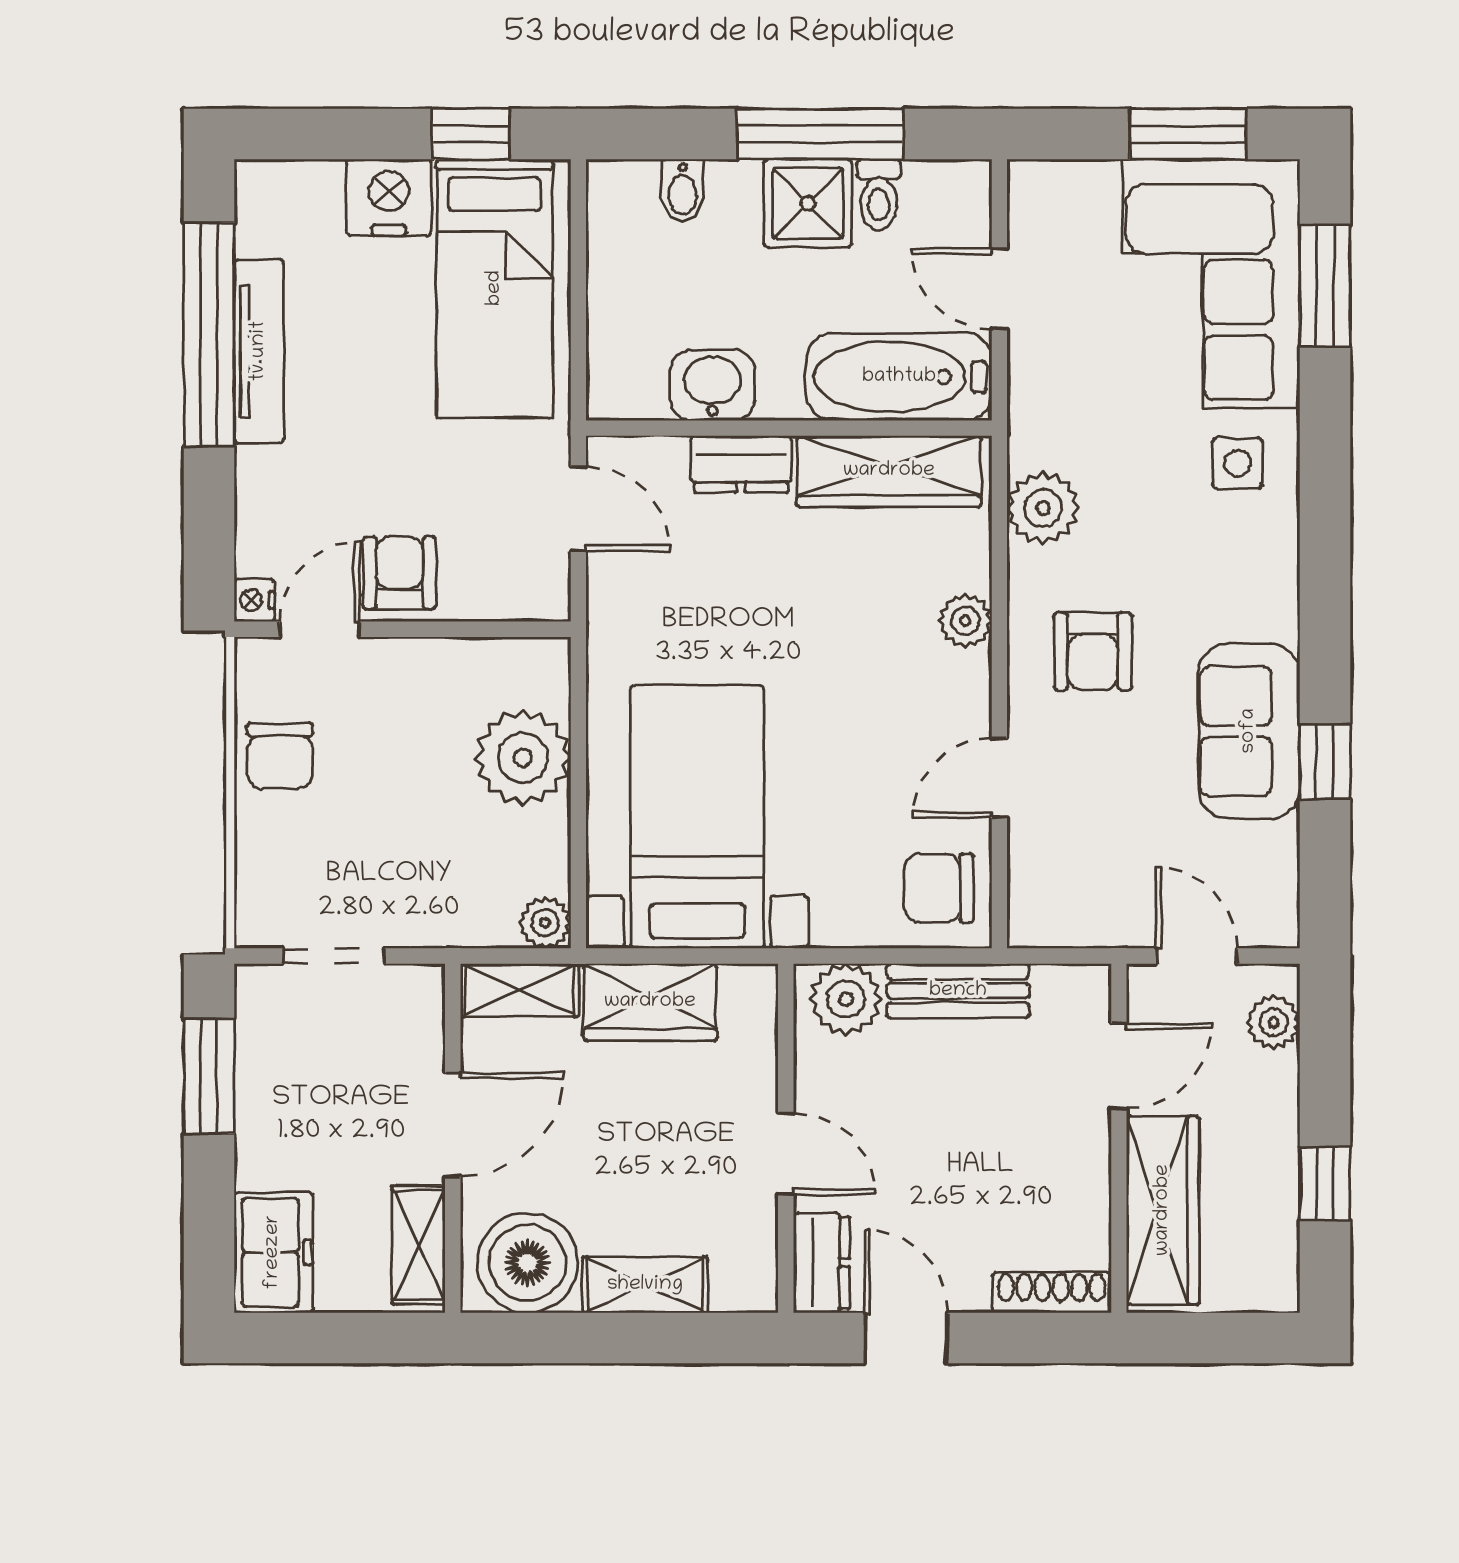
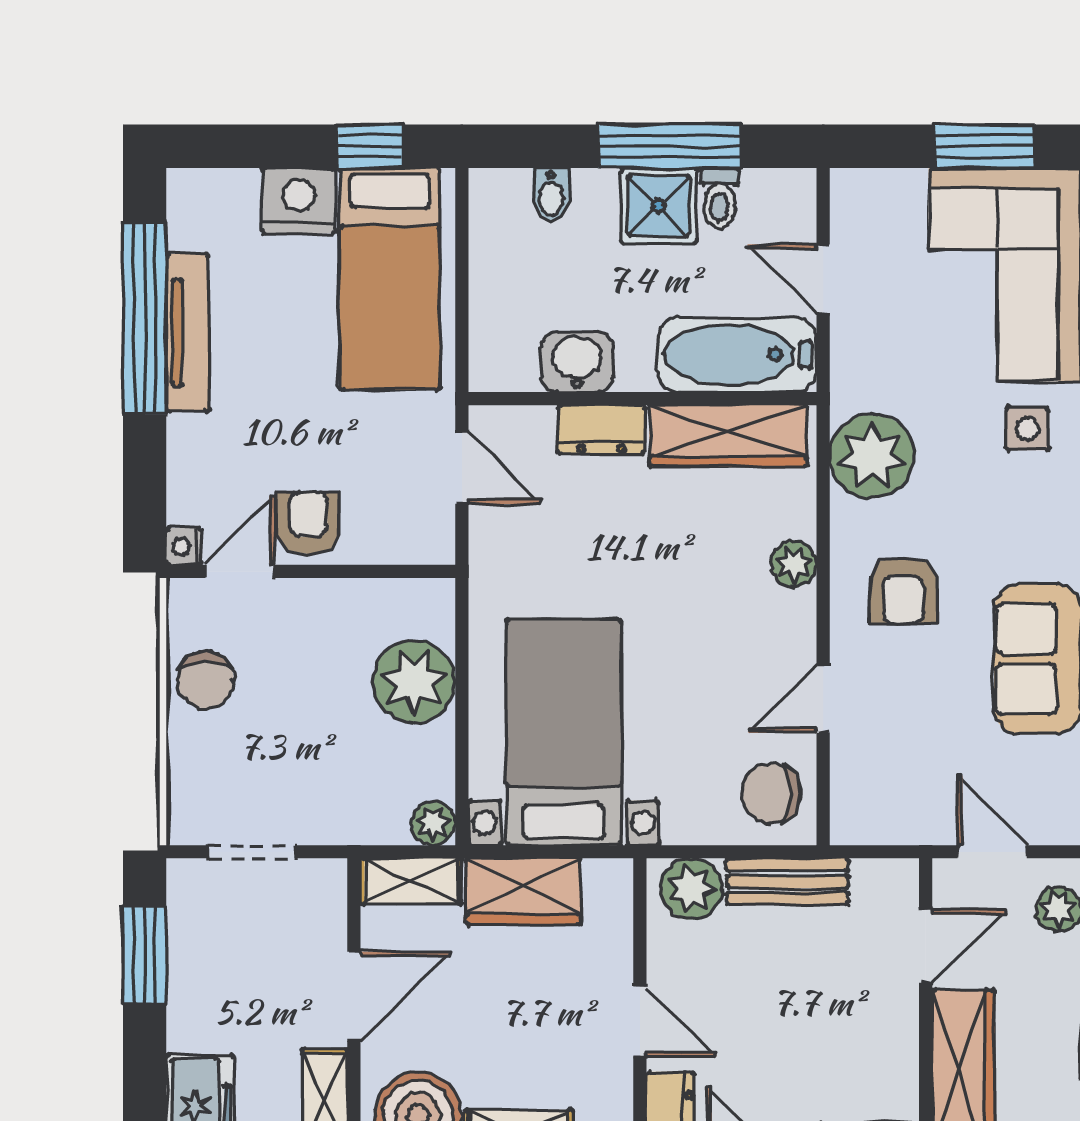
plant: (1043, 508) -> (872, 456), width x1.36, depth x1.36

